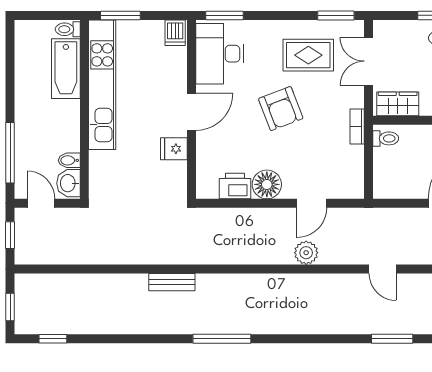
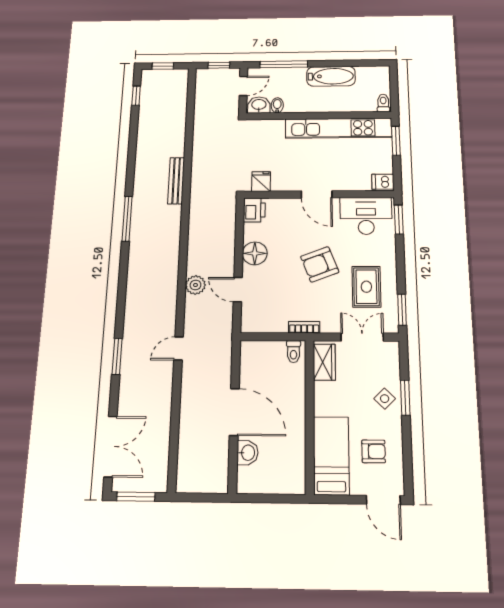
bathtub: (66, 69) -> (331, 76), moved, turned 180
fridge: (174, 149) -> (261, 181), moved
printer: (235, 186) -> (254, 210), moved
bench: (172, 282) -> (176, 181), width x1.36

